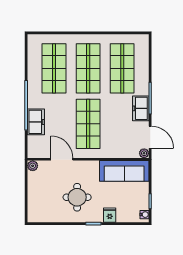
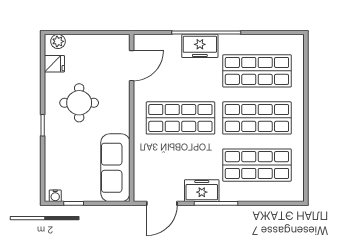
freezer: (36, 122) -> (200, 46), moved
plant: (144, 153) -> (140, 195), removed
door: (62, 159) -> (132, 66), moved
plant: (33, 166) -> (58, 41), moved
fridge: (110, 215) -> (54, 64), moved

